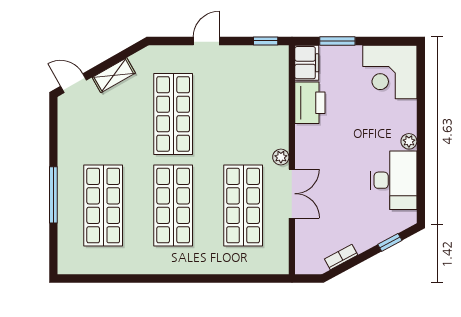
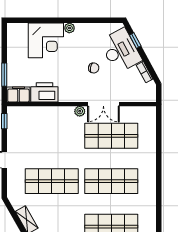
corner desk: (390, 72) -> (46, 40), moved
chair: (347, 178) -> (94, 68), added
desk: (394, 180) -> (121, 51), moved, turned 62
double door: (292, 194) -> (103, 104), swing flipped

